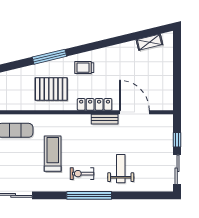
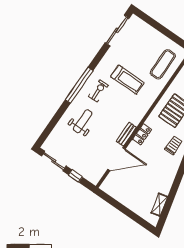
locker: (95, 104) -> (142, 134), width x0.66
weight bench: (121, 169) -> (83, 121), turned -90

